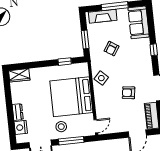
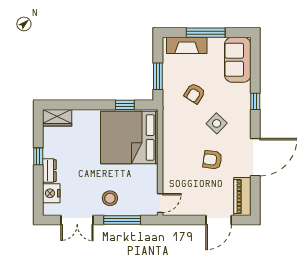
side table: (101, 78) -> (217, 123), moved
bed: (71, 97) -> (129, 138), moved
window: (9, 103) -> (38, 156), added

